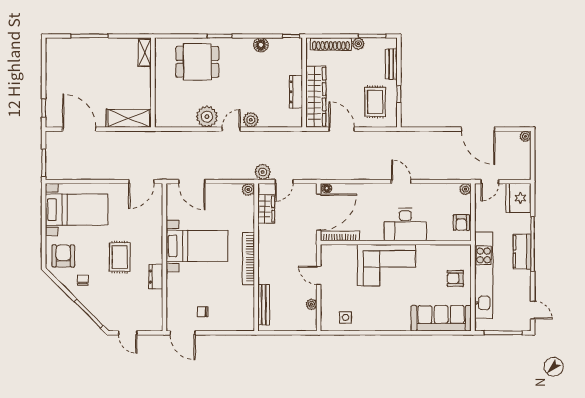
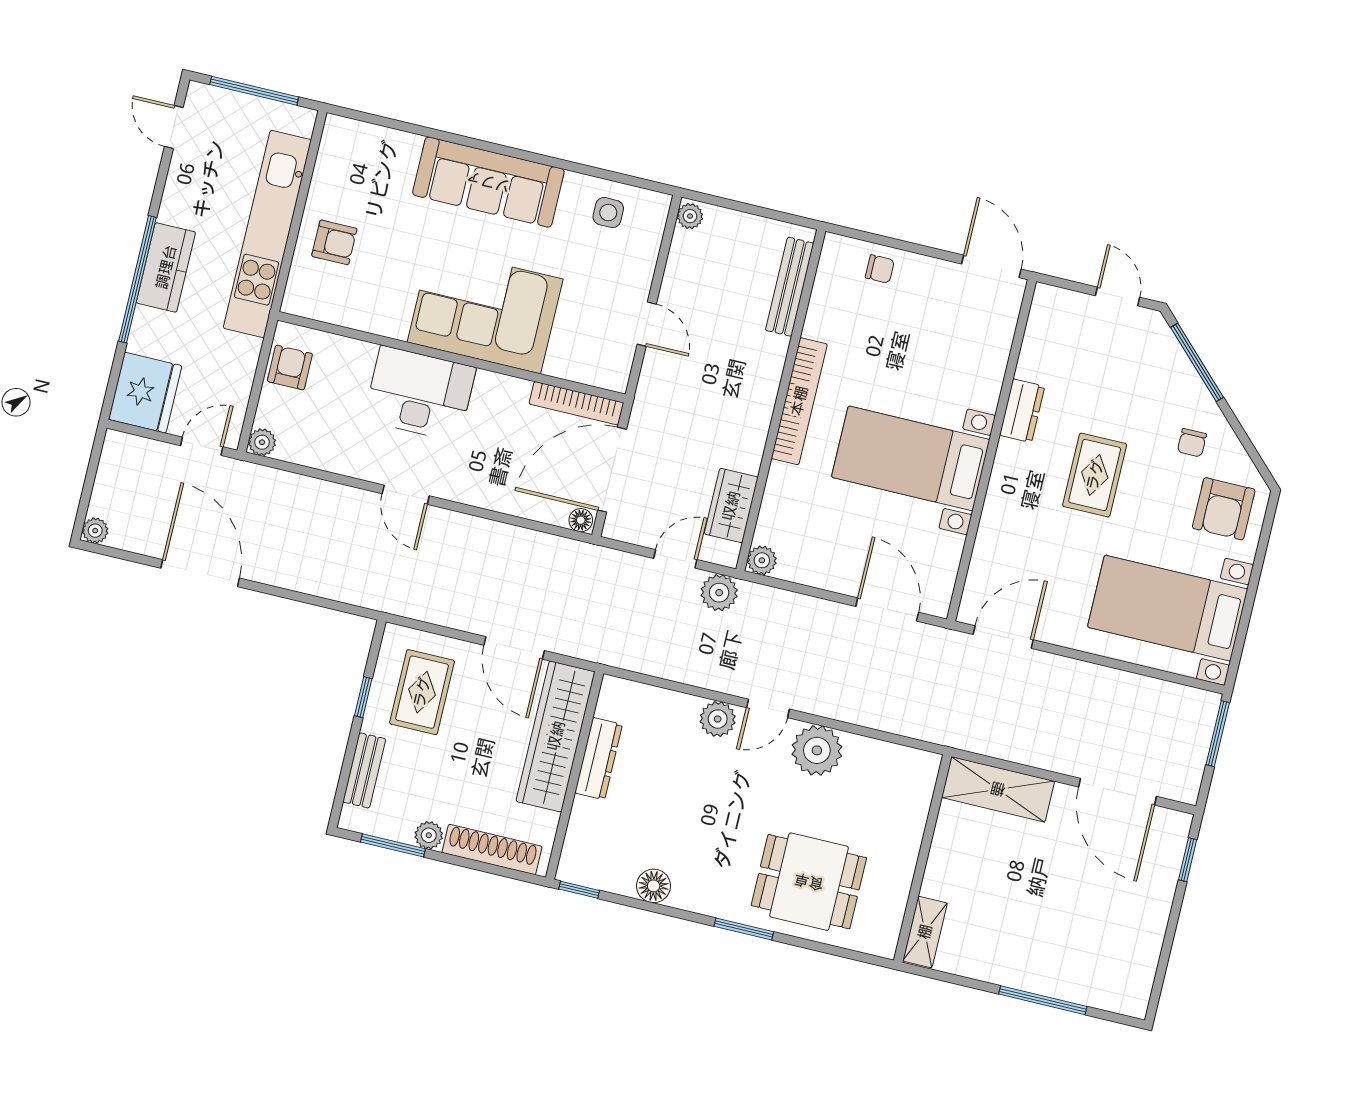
plant: (312, 304) -> (690, 216), moved
chair: (203, 312) -> (880, 269), moved
sofa: (441, 318) -> (488, 182), moved

